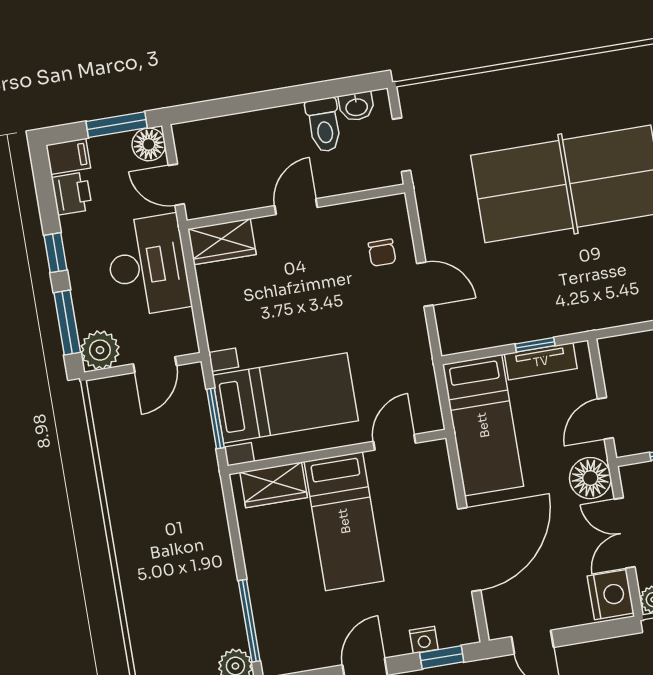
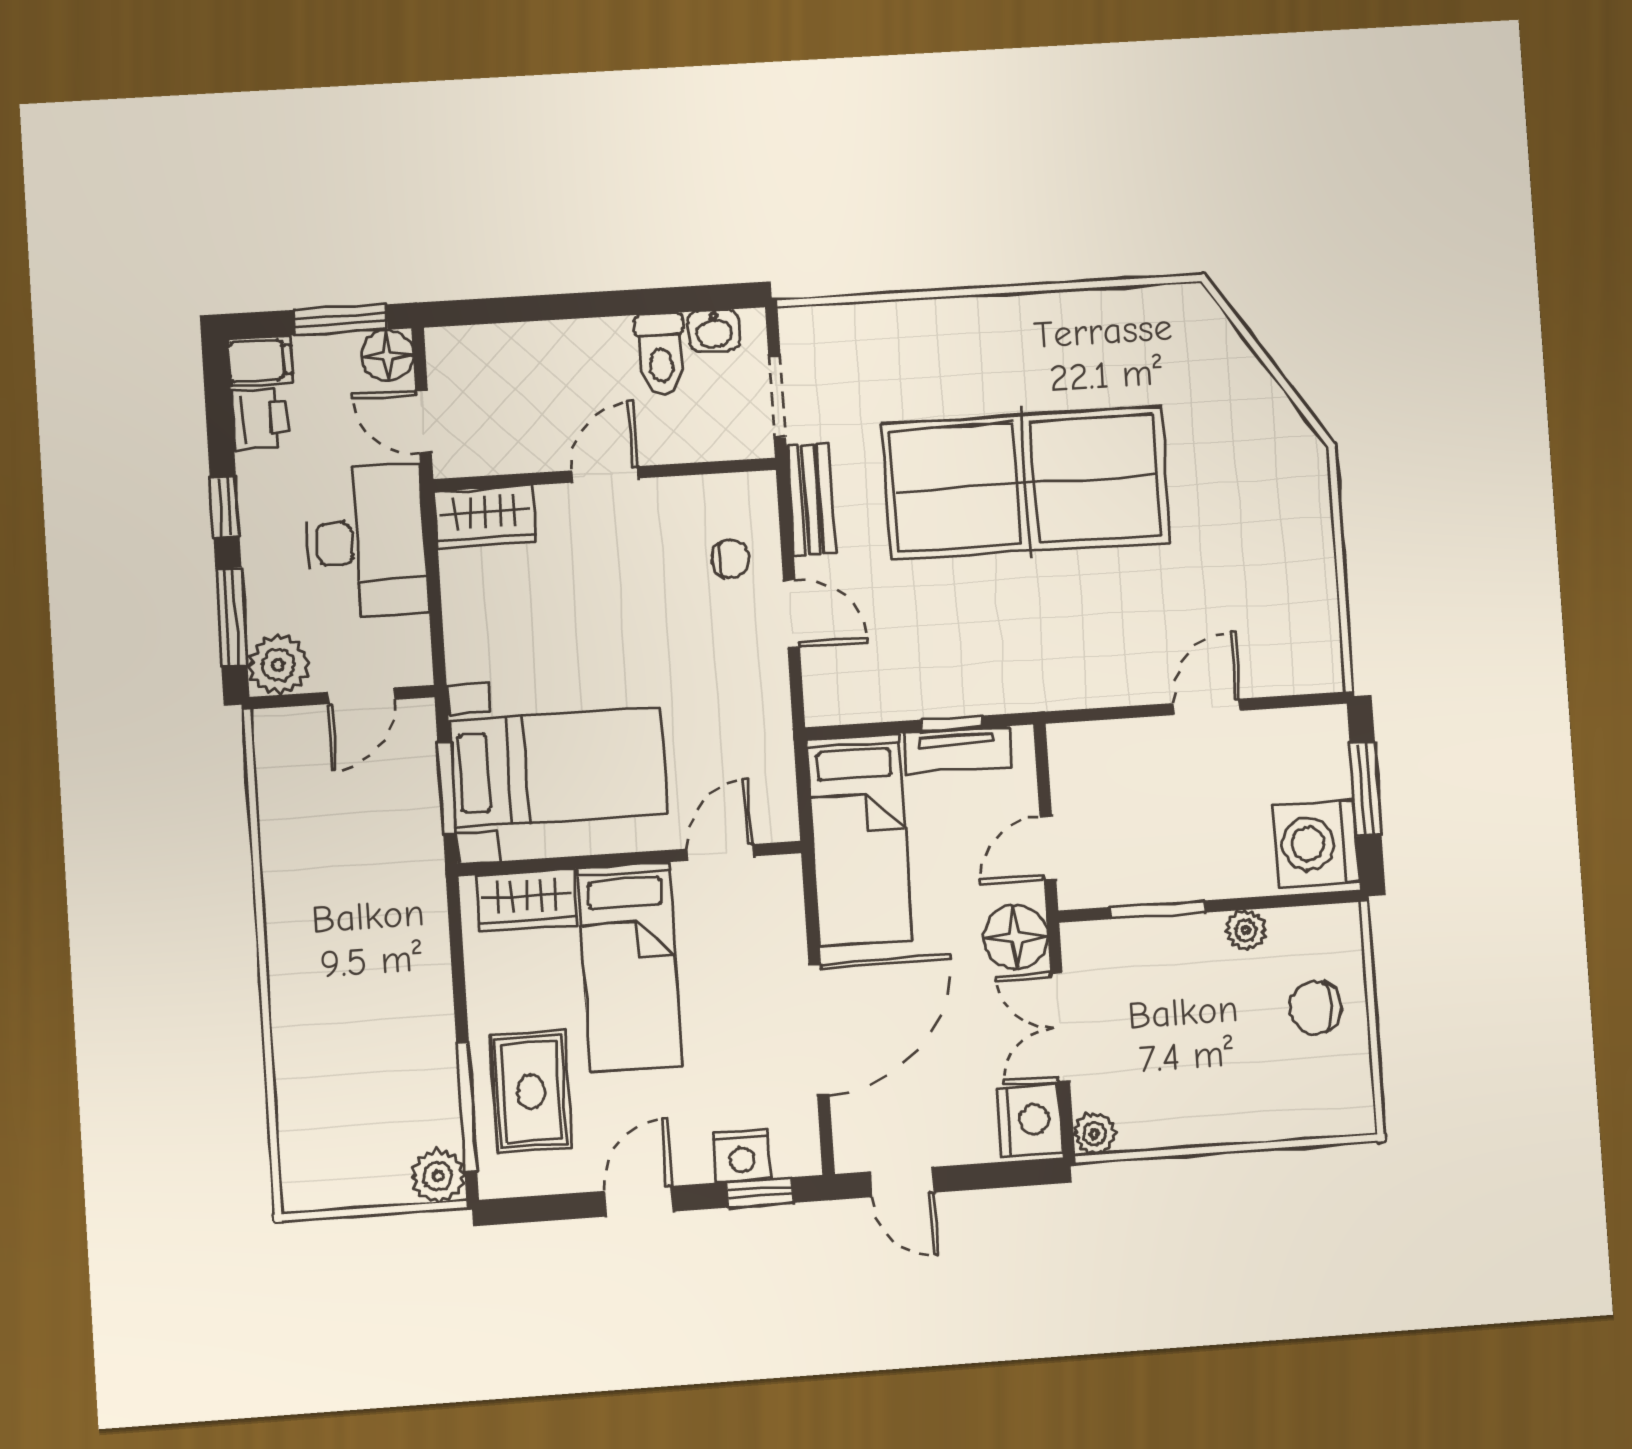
bench: (430, 209) -> (811, 499), added
chair: (382, 253) -> (730, 559), turned -90
rug: (289, 607) -> (531, 1092), added
nightstand: (424, 640) -> (742, 1156), width x1.39, depth x1.35

